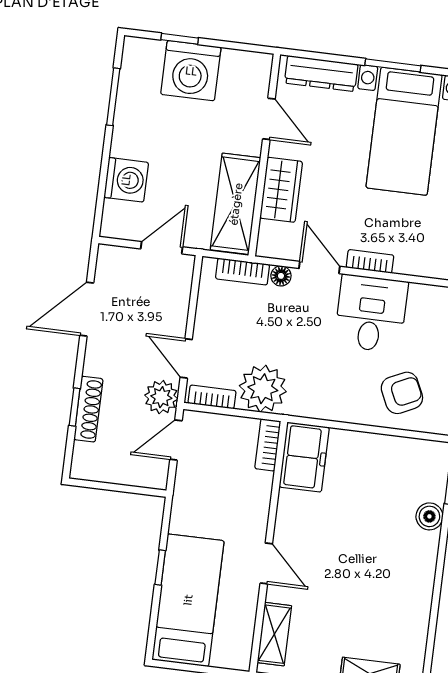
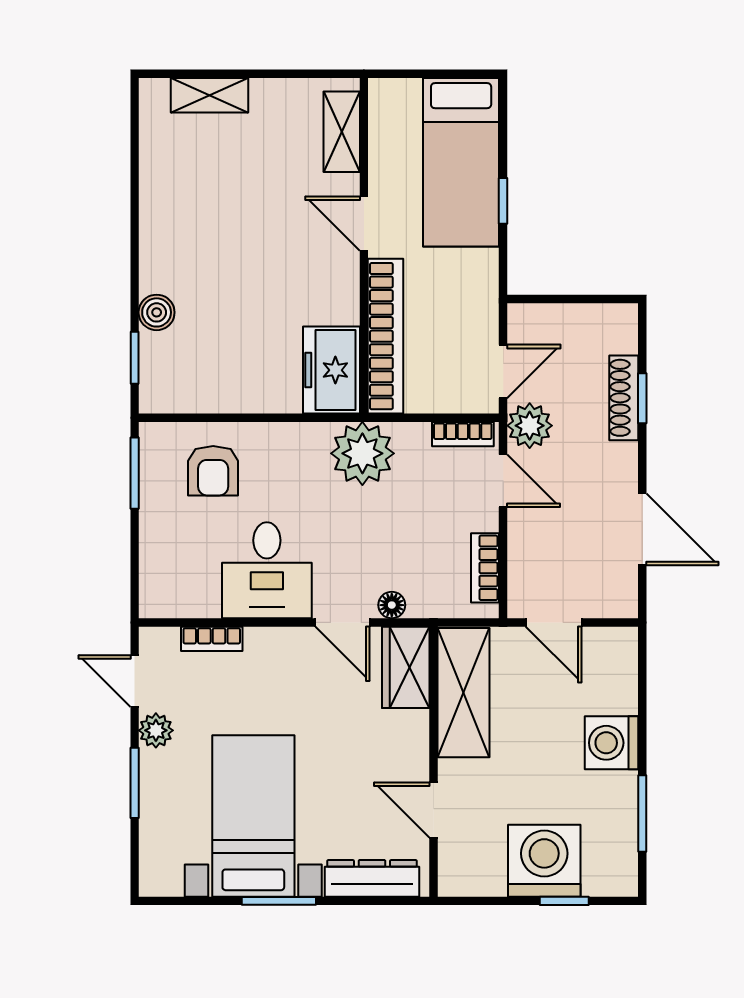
washing machine: (126, 180) -> (612, 743), moved
wardrobe: (281, 190) -> (406, 667), moved
door: (162, 248) -> (554, 622), hinge flipped
bookcase: (370, 261) -> (212, 639), moved
bookcase: (243, 272) -> (485, 568), moved, turned -90
door: (87, 309) -> (642, 529), hinge flipped
plant: (263, 389) -> (362, 453), moved
armchair: (402, 393) -> (213, 471), turned -65
bookcase: (268, 445) -> (386, 336), width x2.31, depth x1.31

